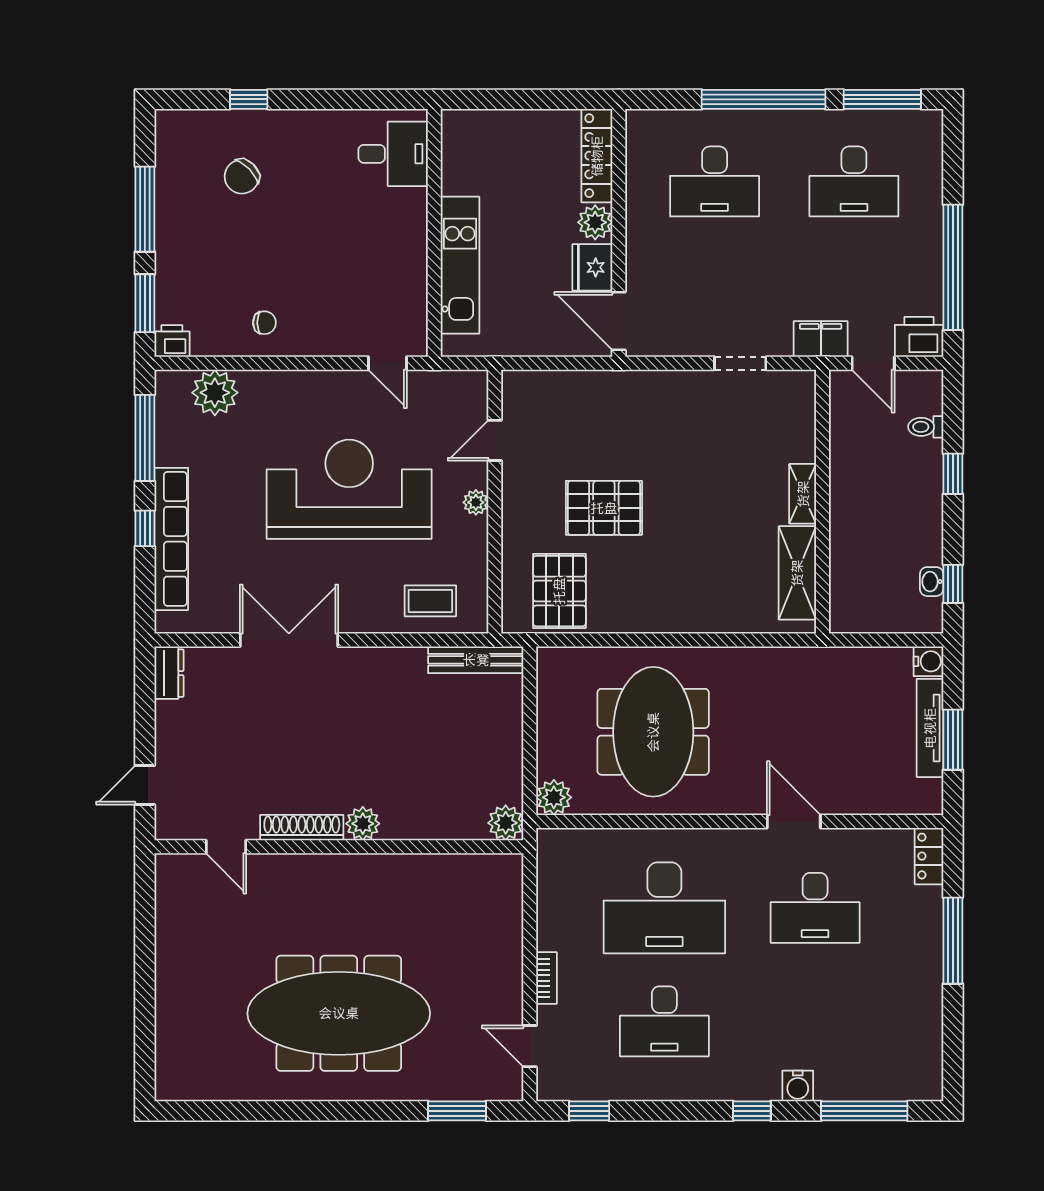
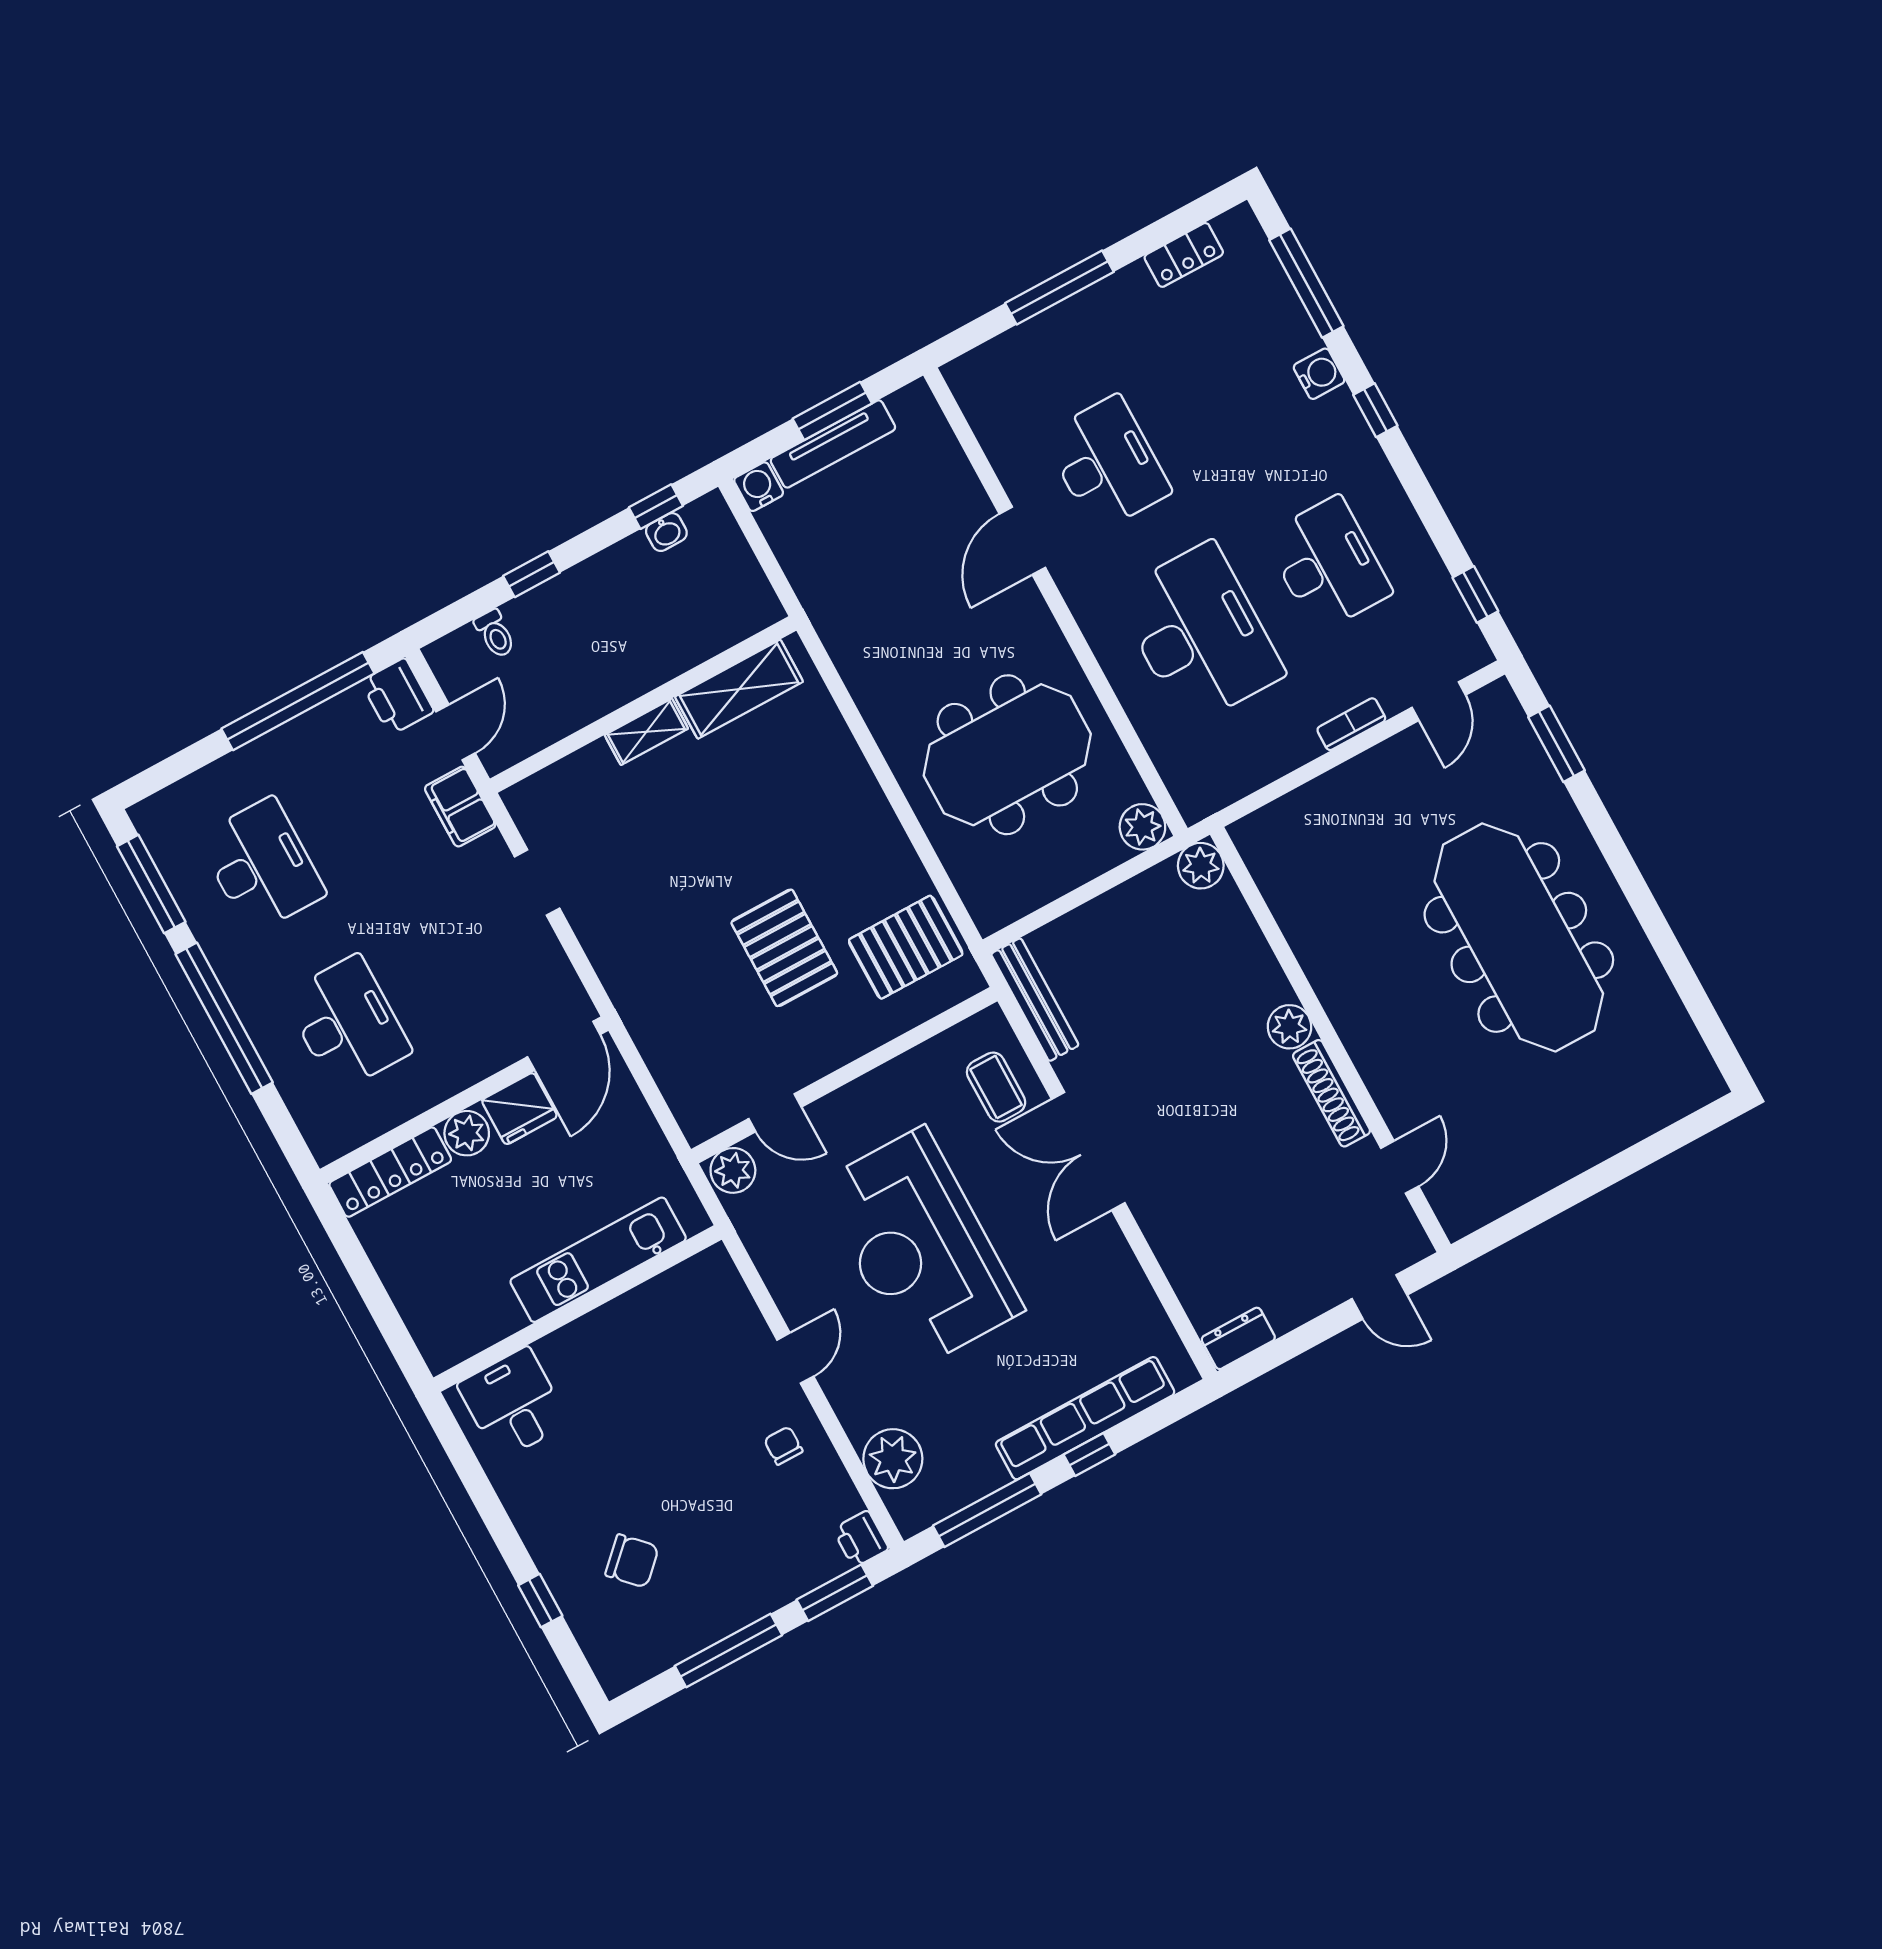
door: (387, 363) -> (795, 1358), moved
plant: (476, 502) -> (733, 1170), moved, width x1.38, depth x1.38
double door: (289, 640) -> (1088, 1151), moved
locker: (929, 856) -> (1184, 255), moved

